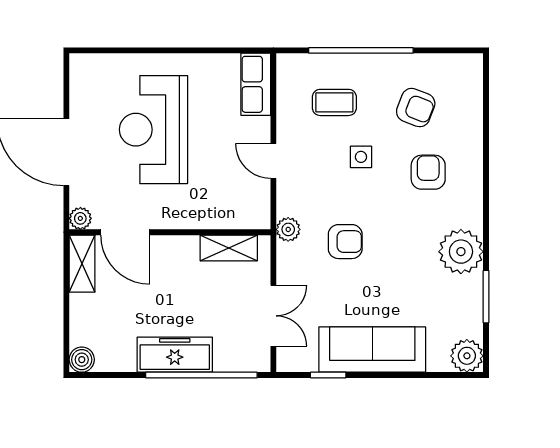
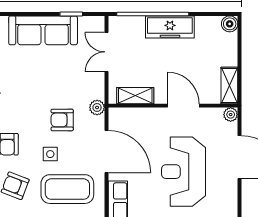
coffee table: (334, 102) -> (67, 189), width x1.86, depth x1.72
reception desk: (153, 130) -> (184, 172), turned 180
door: (273, 161) -> (107, 151), width x1.88
door: (125, 232) -> (183, 106), moved
armchair: (345, 242) -> (62, 120), moved

